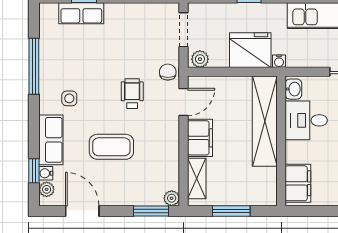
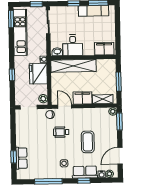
window: (34, 171) -> (84, 181), moved

